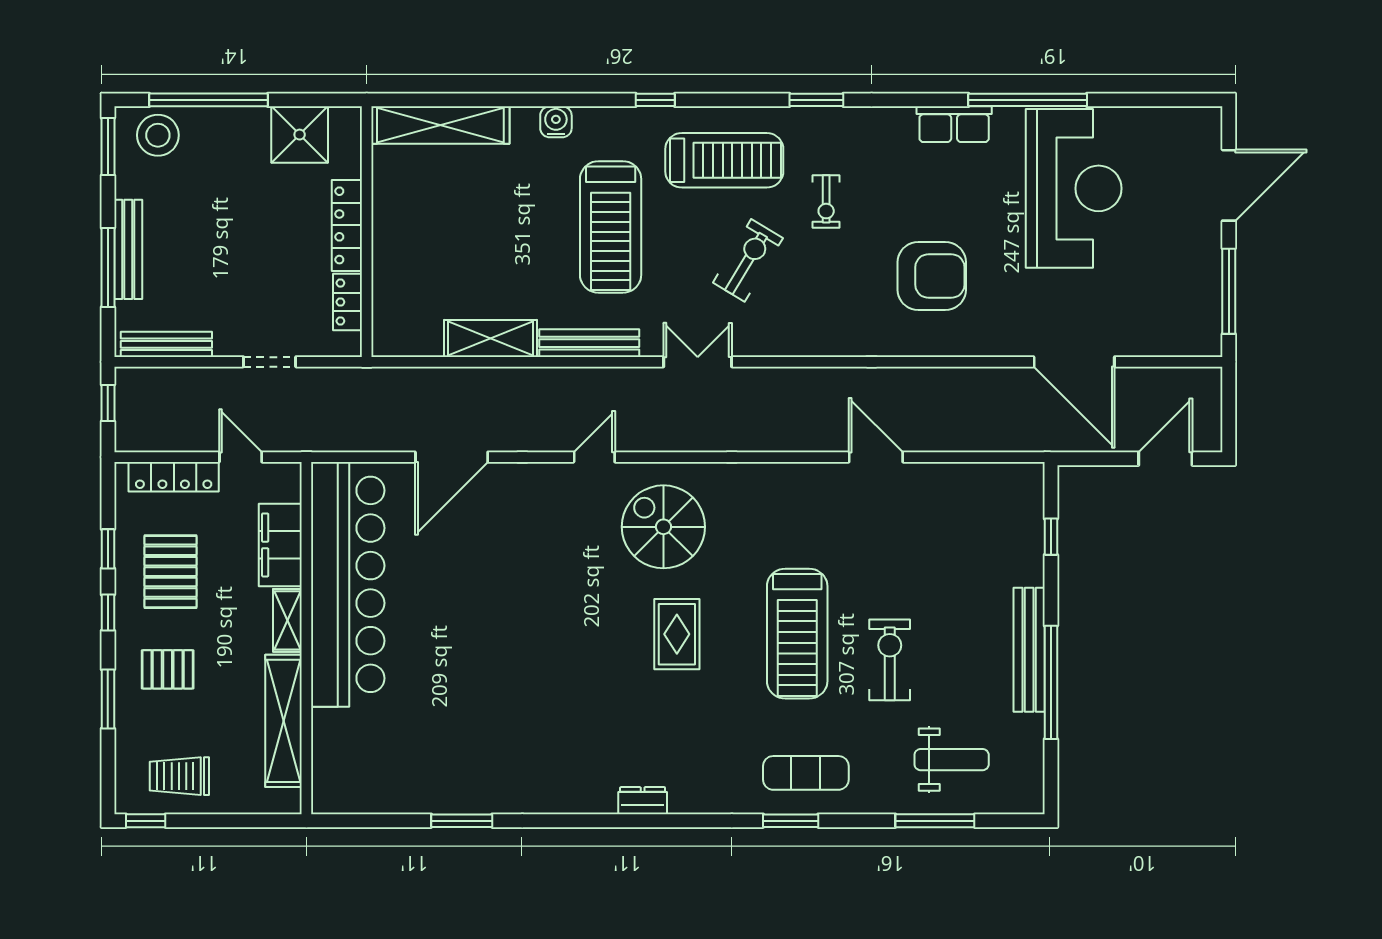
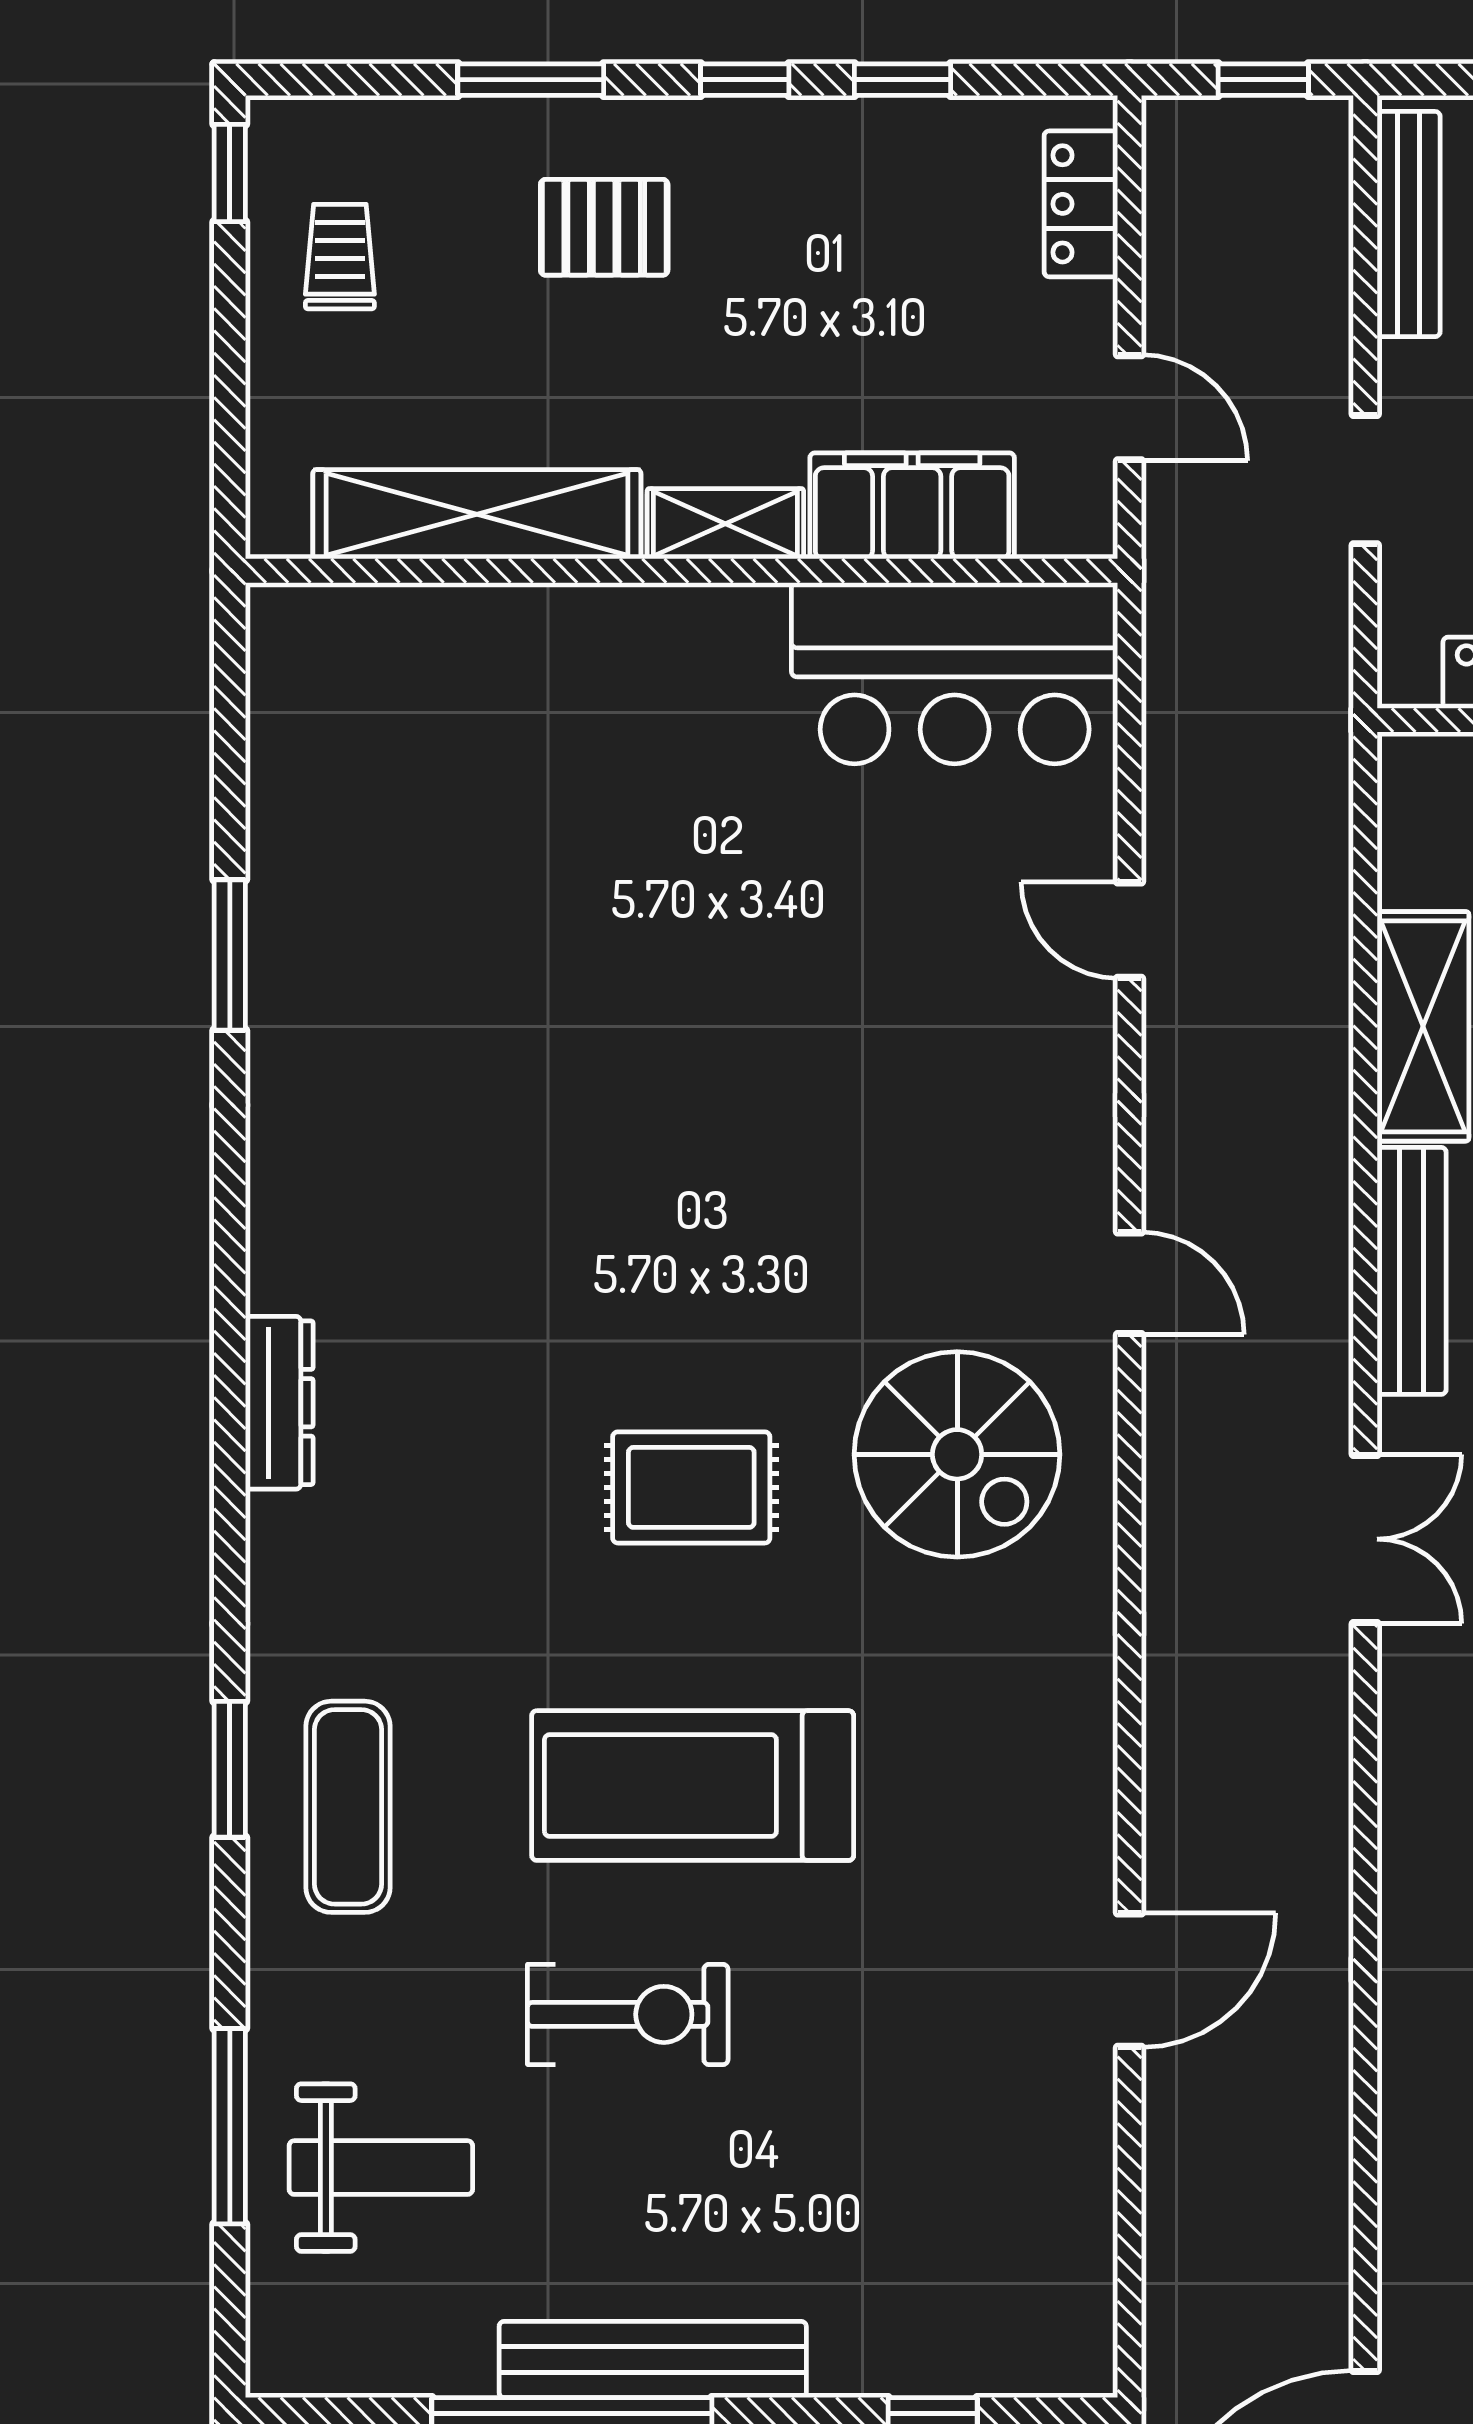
door: (241, 457) -> (1130, 408), hinge flipped
door: (452, 457) -> (1130, 930), width x0.53
locker: (174, 477) -> (1081, 204), width x0.66
spiral stairs: (663, 527) -> (957, 1454), turned 90
pallet: (170, 572) -> (846, 234), removed
bar counter: (348, 584) -> (955, 673), width x0.54
pallet: (168, 669) -> (604, 227), turned 90
weight bench: (952, 760) -> (381, 2168), turned -90
trolley: (179, 776) -> (340, 257), width x0.73, depth x0.72
dresser: (643, 801) -> (279, 1403), width x1.44

